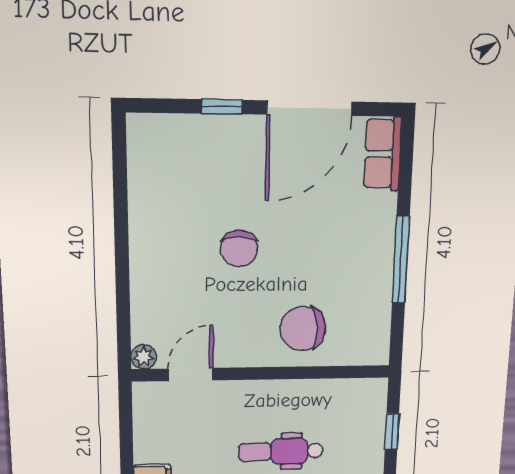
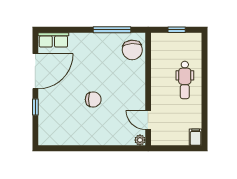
door: (310, 108) -> (35, 71), hinge flipped
window: (401, 260) -> (112, 30), moved
chair: (303, 329) -> (132, 50), moved

